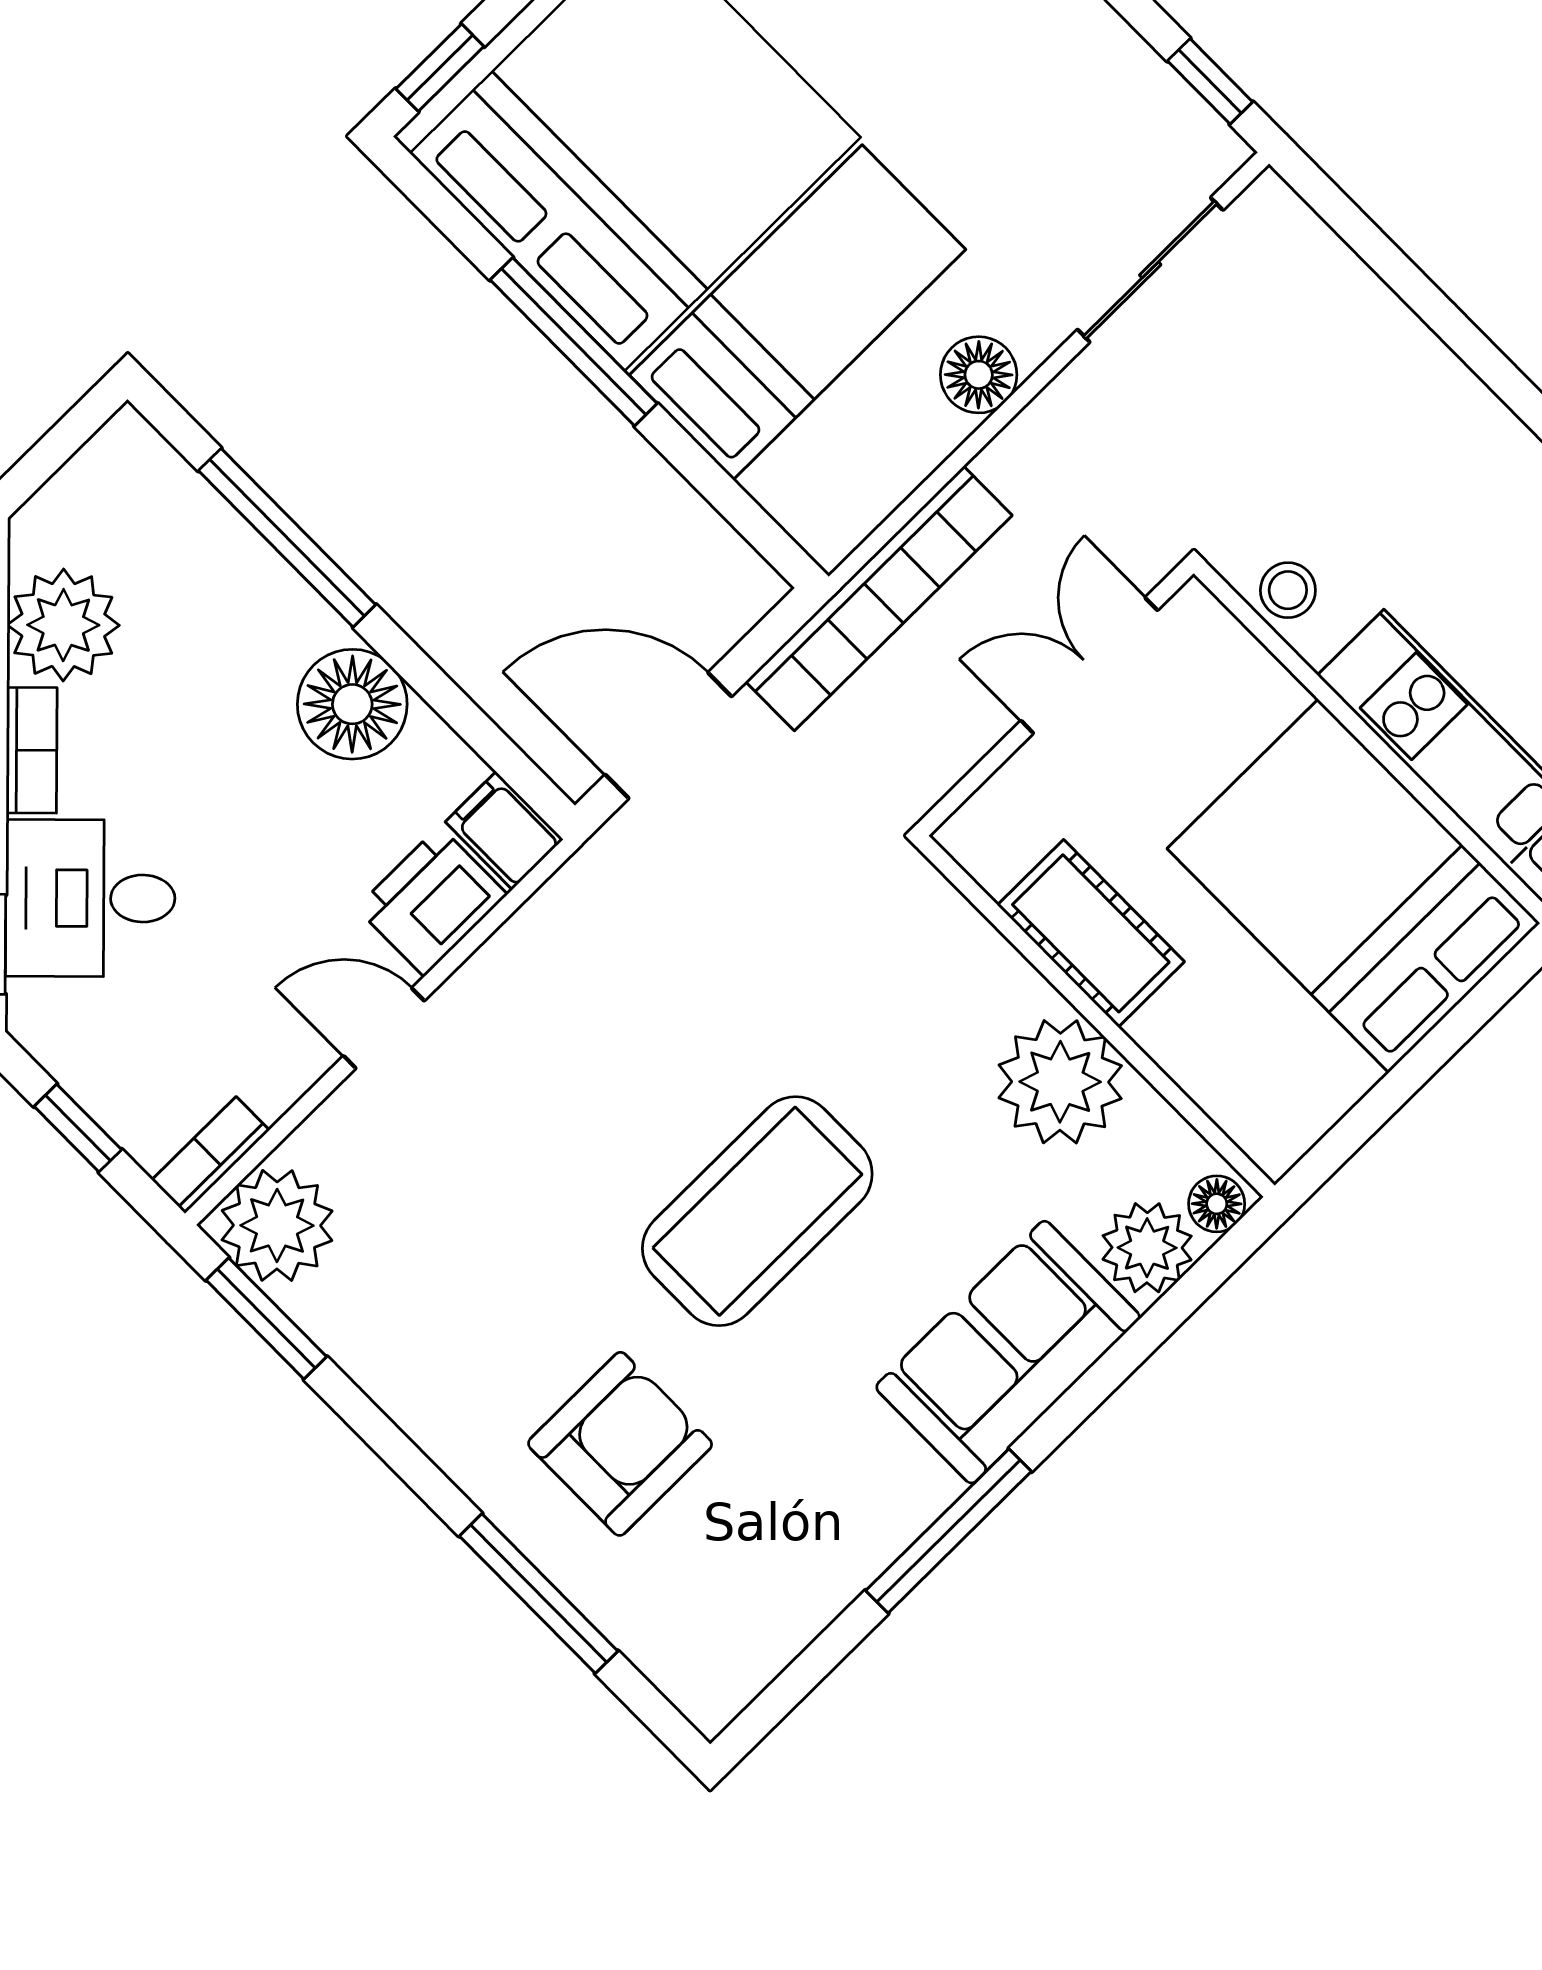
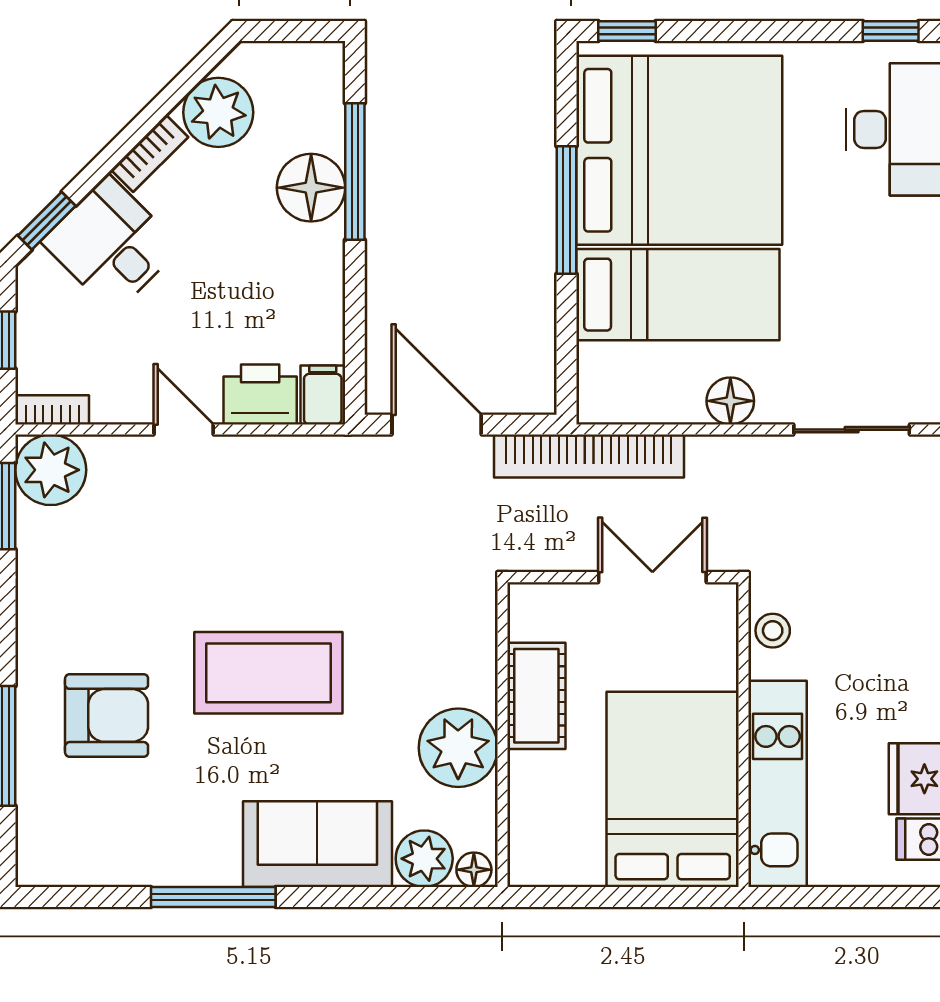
floor lamp: (352, 704) -> (311, 188), moved

